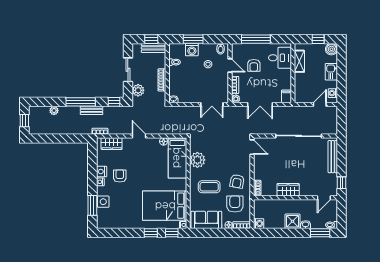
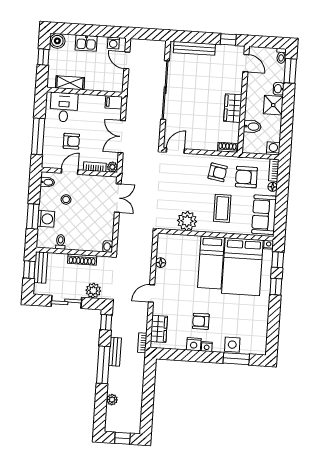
double door: (260, 105) -> (122, 137), swing flipped
bed: (177, 158) -> (211, 263), moved, turned 90
bidet: (275, 206) -> (252, 127), added

